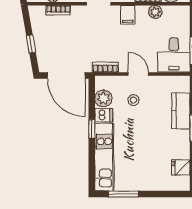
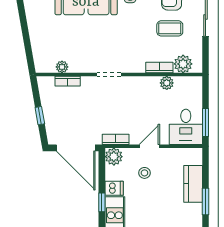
filing cabinet: (128, 15) -> (139, 86), removed
door: (138, 74) -> (149, 146), hinge flipped
plant: (103, 98) -> (114, 157), moved

